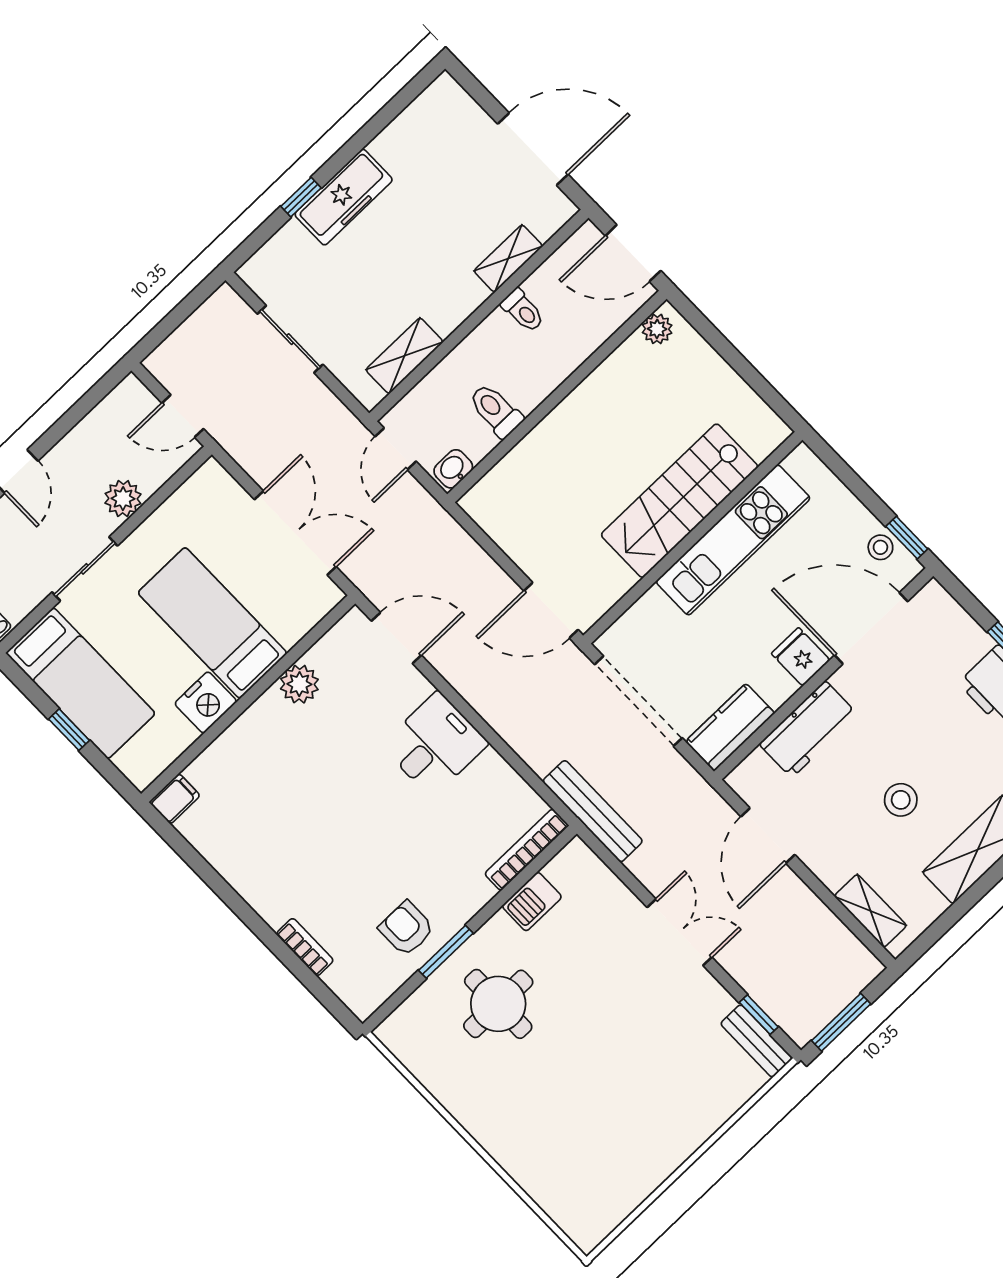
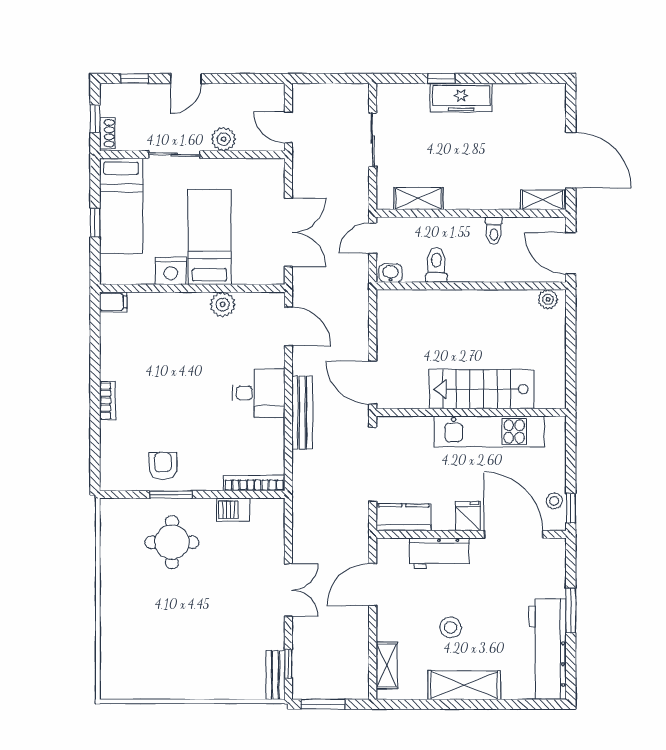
shelving: (508, 258) -> (543, 200), moved
bench: (593, 811) -> (302, 413), moved
bookcase: (305, 947) -> (107, 401), moved

